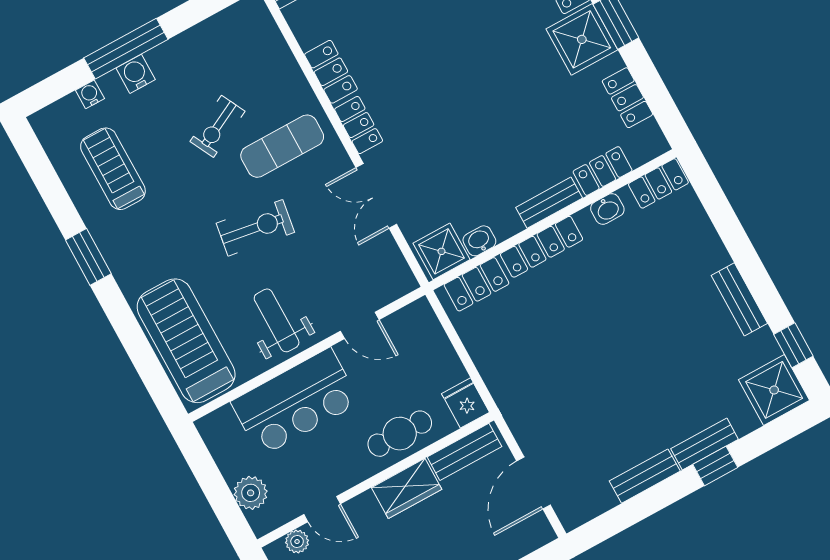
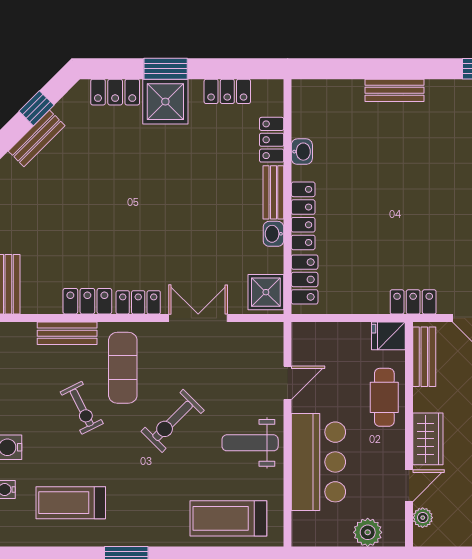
bench: (286, 69) -> (67, 333), added
locker: (658, 183) -> (413, 302), moved, turned -90
double door: (376, 196) -> (198, 318), swing flipped
exercise bike: (255, 228) -> (173, 421), turned -144
washbasin: (479, 241) -> (273, 234), moved
bench: (739, 299) -> (394, 90), moved
treadmill: (186, 341) -> (228, 518), width x0.73, depth x0.73
wardrobe: (407, 488) -> (428, 439), moved

